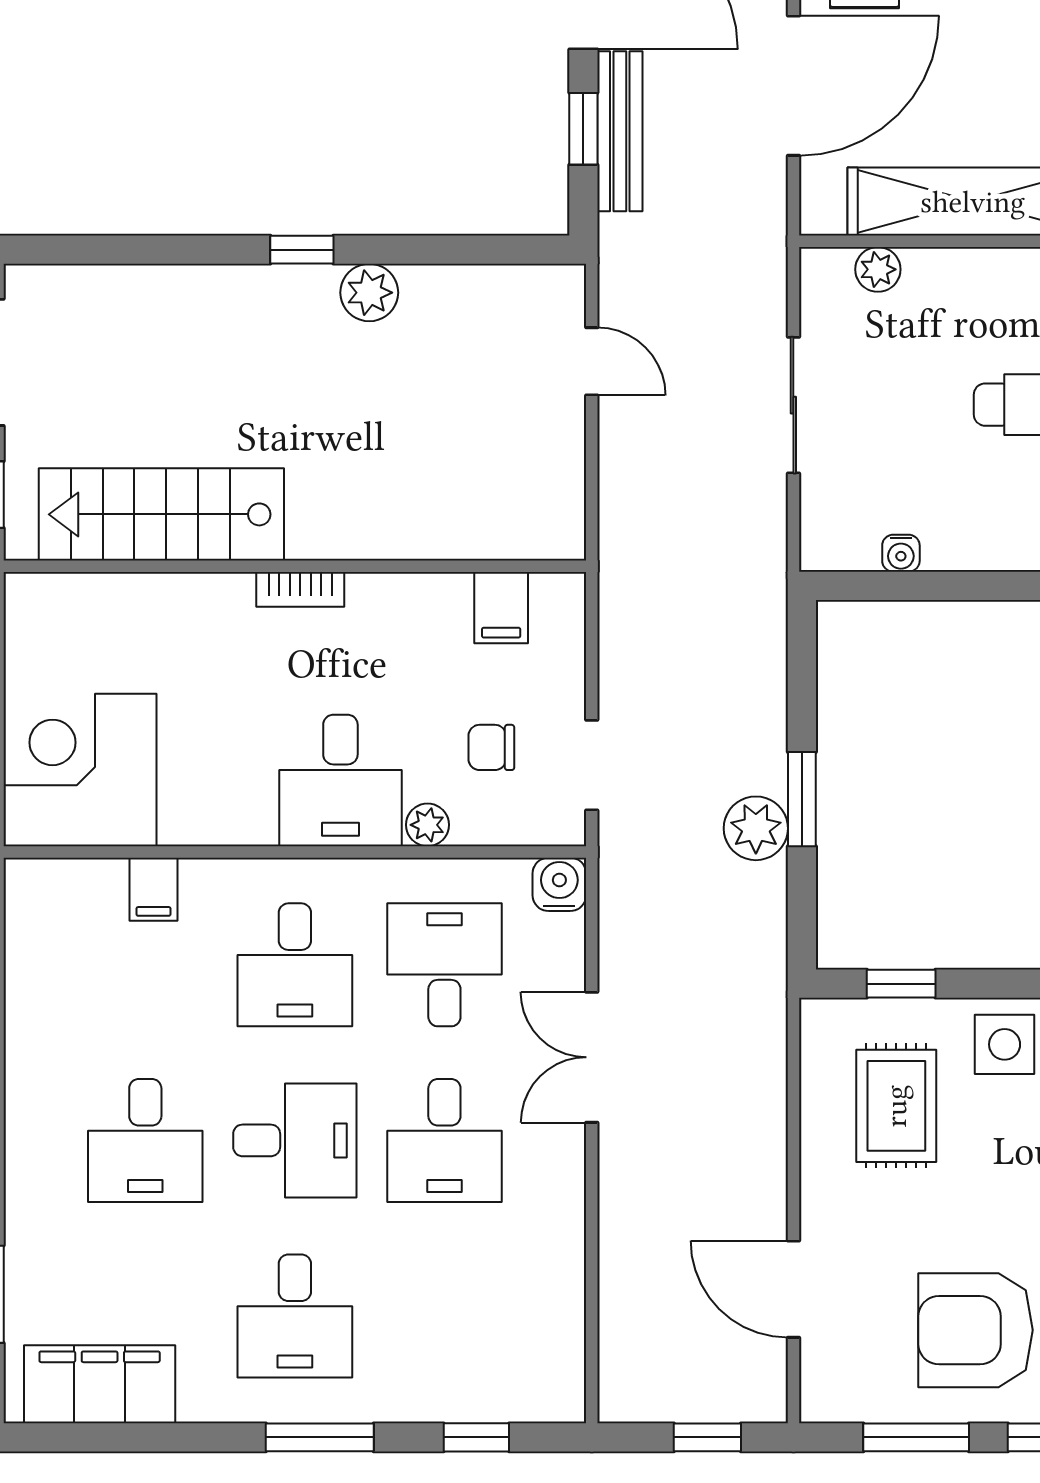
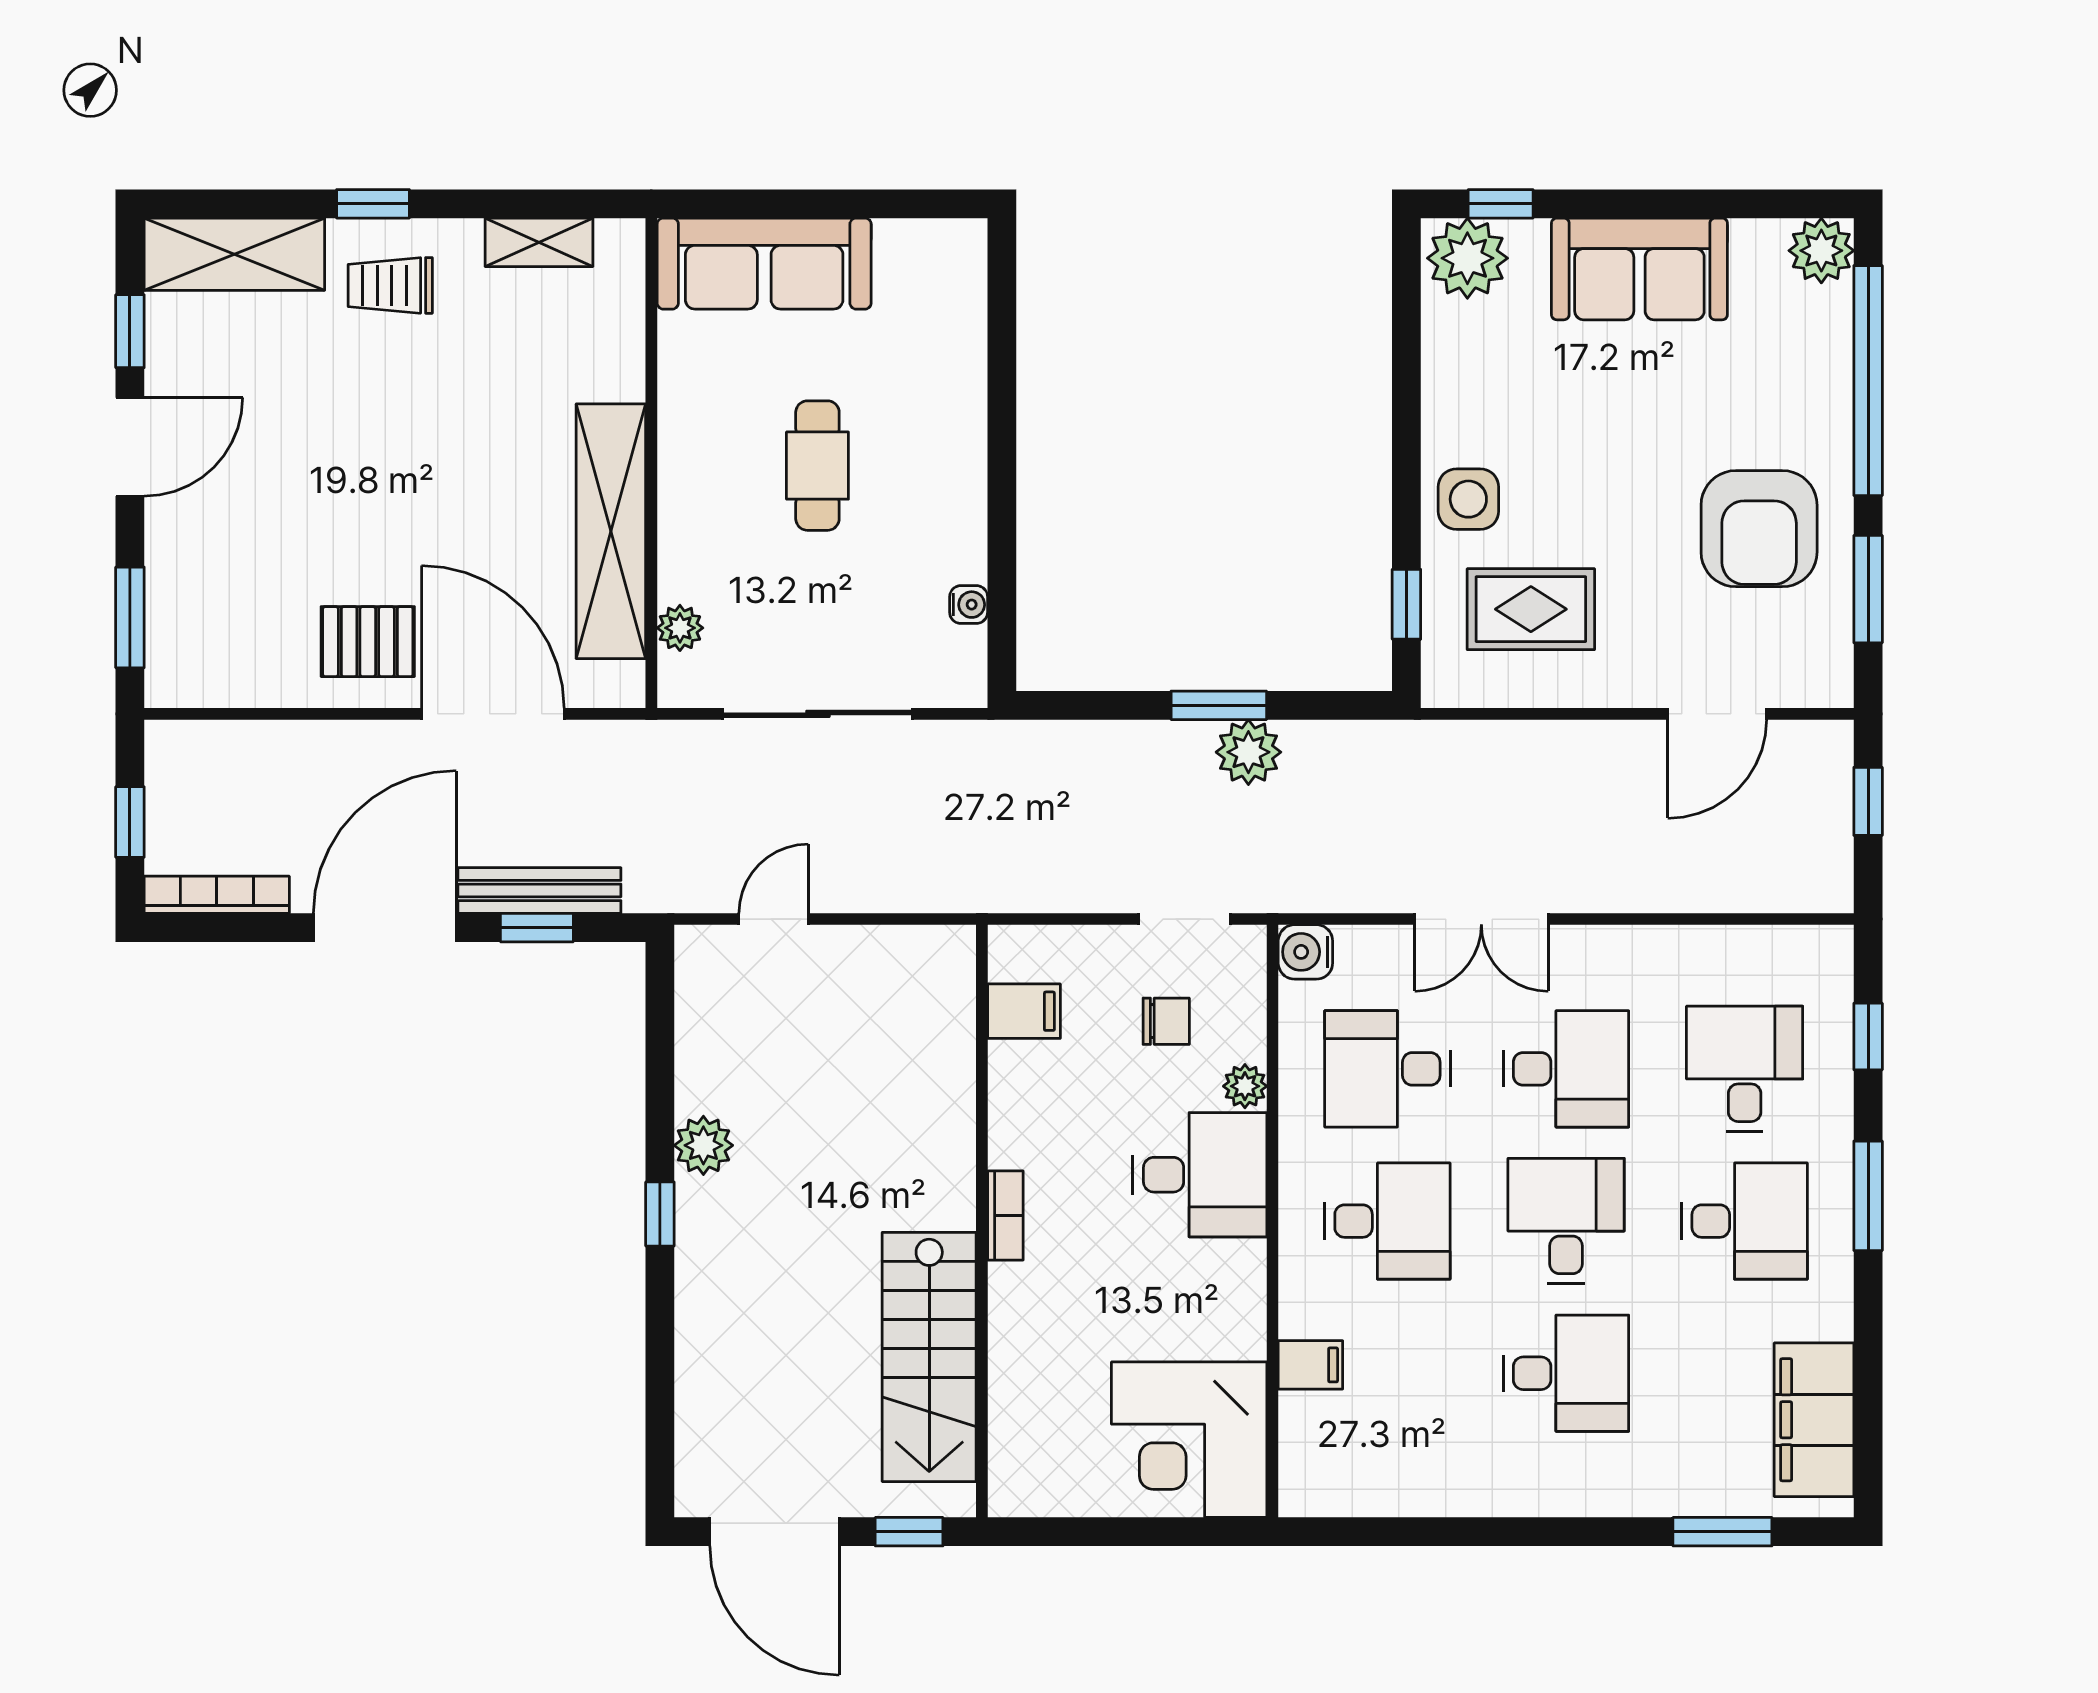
sliding door: (793, 405) -> (818, 714), width x1.37
chair: (491, 747) -> (1166, 1021), turned -90
desk: (444, 1316) -> (1745, 1069), added

